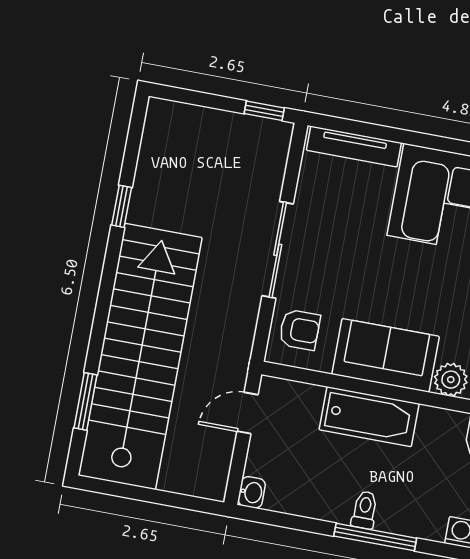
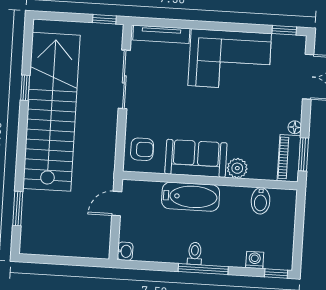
sliding door: (278, 250) -> (124, 79), moved
stairs: (140, 356) -> (51, 112), moved

